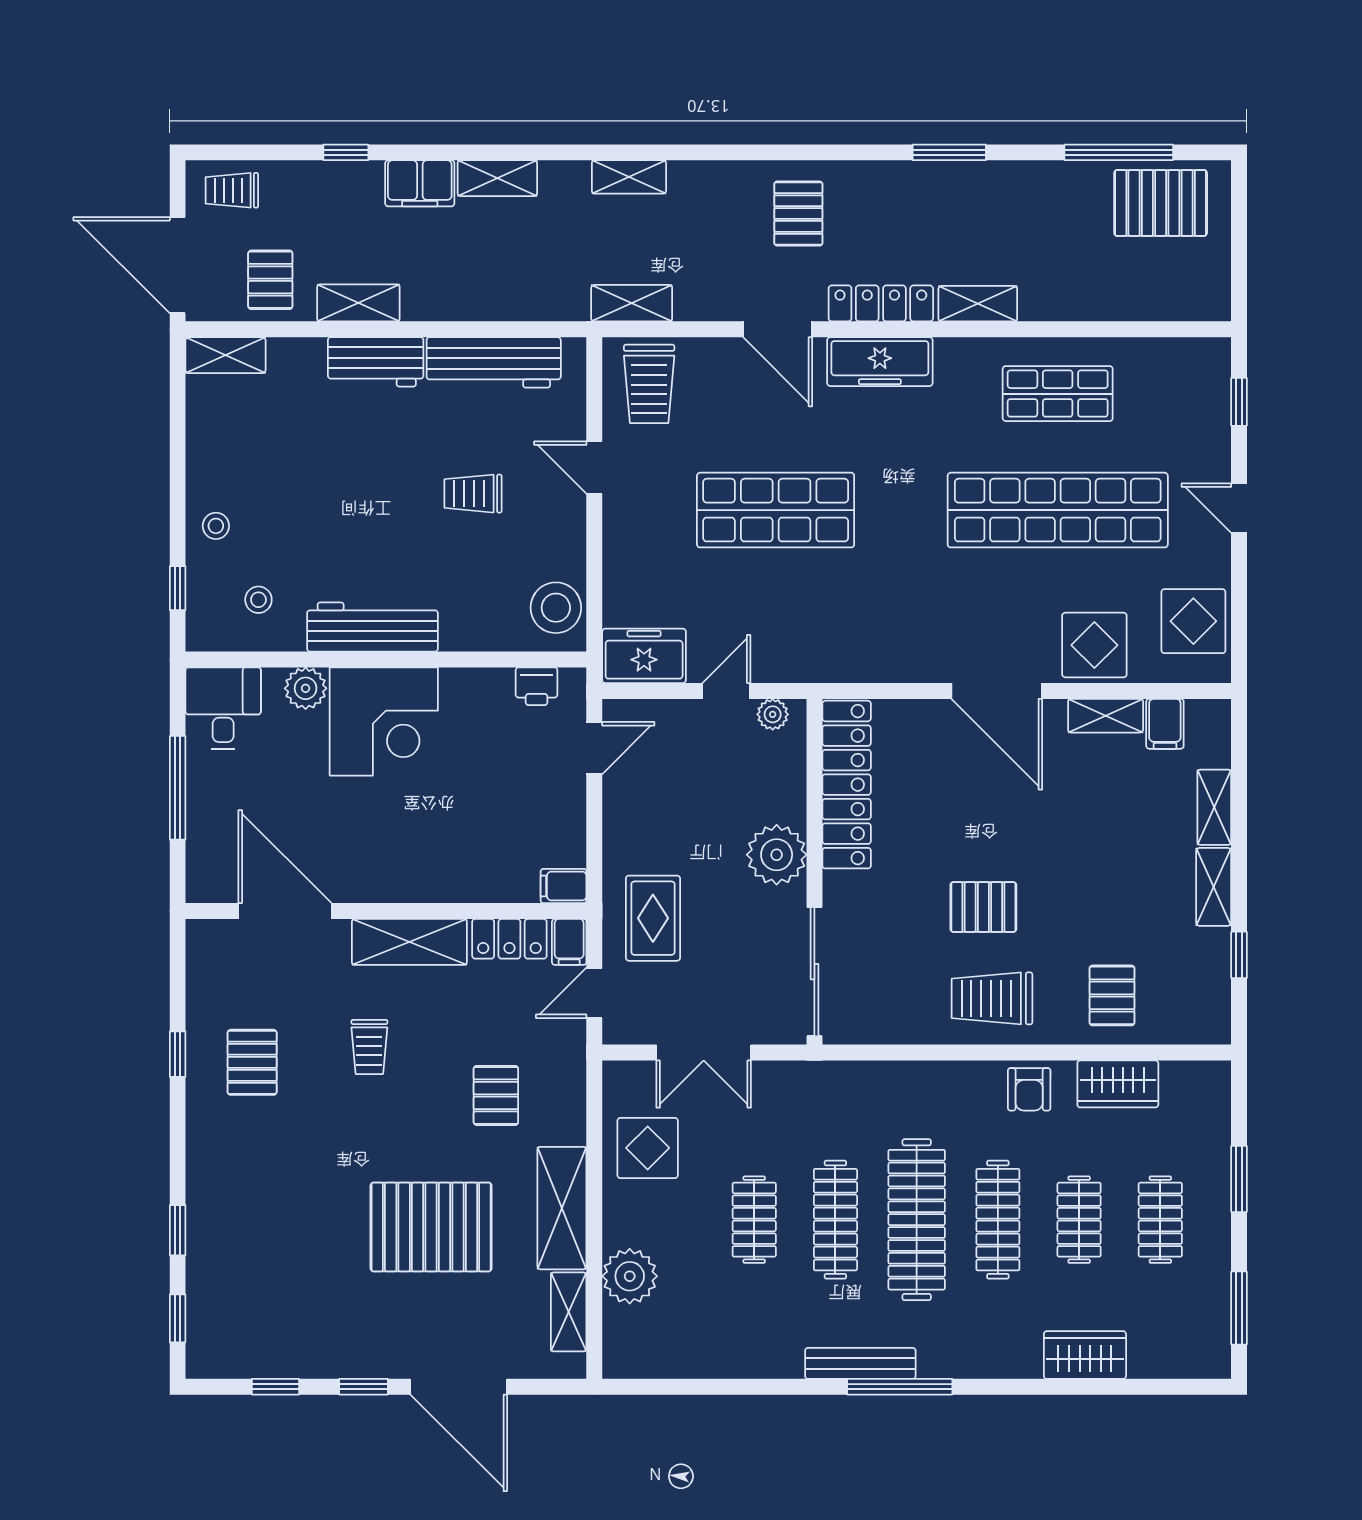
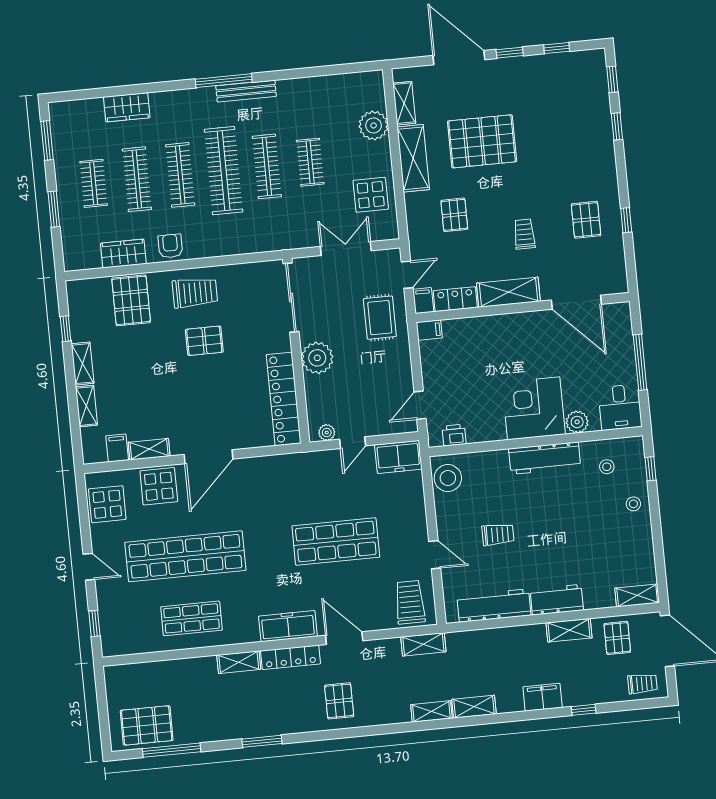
shelving: (497, 178) -> (474, 707), moved
door: (997, 691) -> (208, 457), swing flipped
pallet: (1112, 995) -> (131, 300), width x1.50, depth x1.42
clothes rail: (1079, 1220) -> (137, 179), width x1.36

